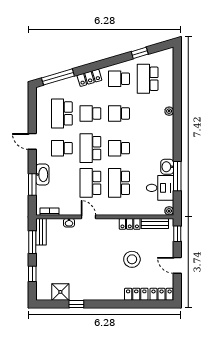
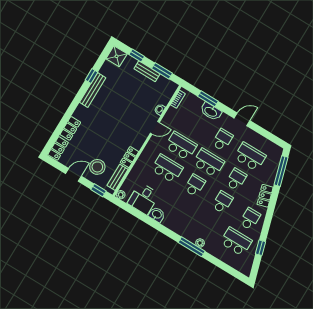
window: (177, 176) -> (192, 247), moved
bench: (41, 232) -> (147, 71), moved
stool: (132, 259) -> (97, 167), moved
shower: (60, 292) -> (117, 56), moved
bench: (89, 295) -> (93, 90), added

